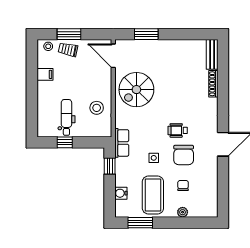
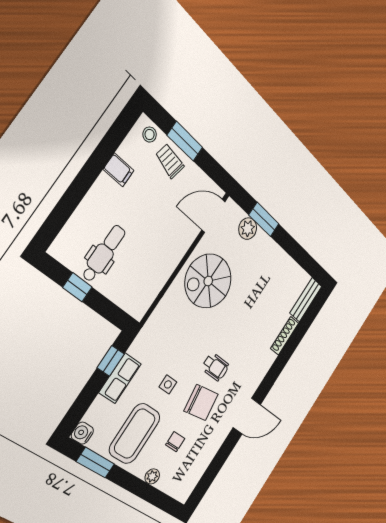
plant: (140, 46) -> (248, 229), added
door: (113, 56) -> (213, 216), hinge flipped
stool: (97, 108) -> (149, 269), removed
wheelchair: (178, 130) -> (215, 367), turned 180
row of seats: (122, 143) -> (120, 378), moved
chair: (184, 155) -> (201, 403), turned -99
water cooler: (121, 193) -> (82, 433), moved

